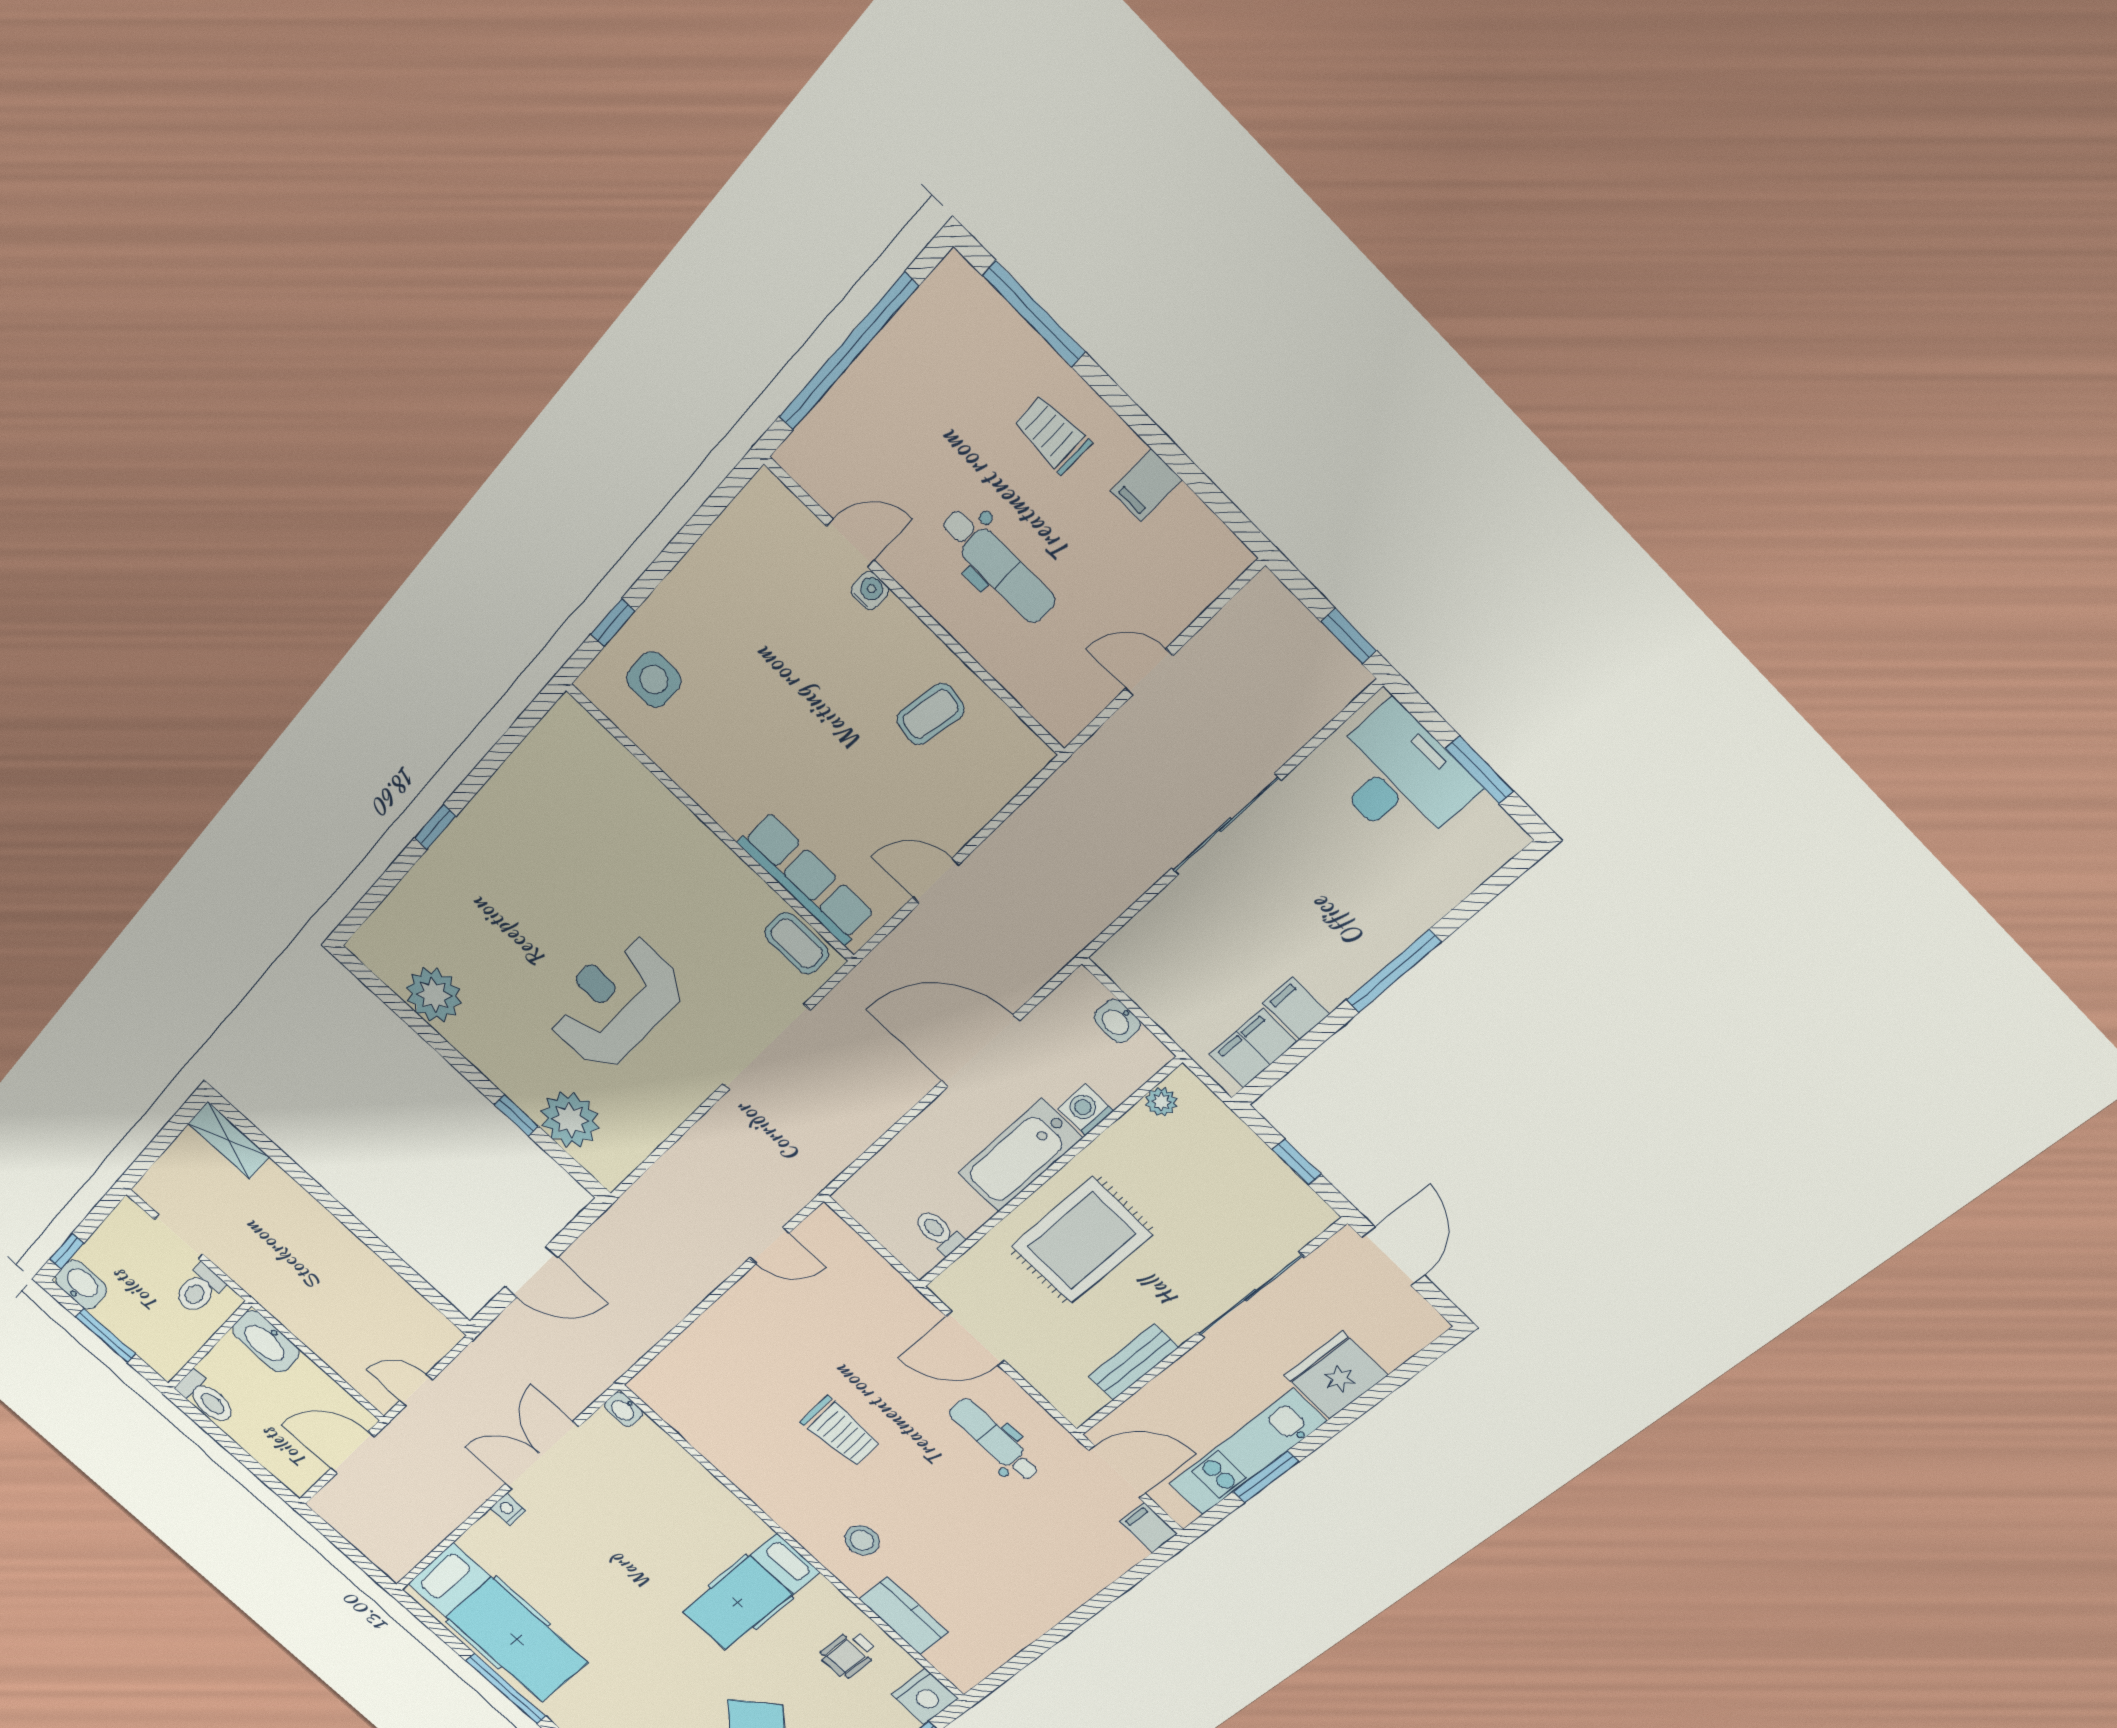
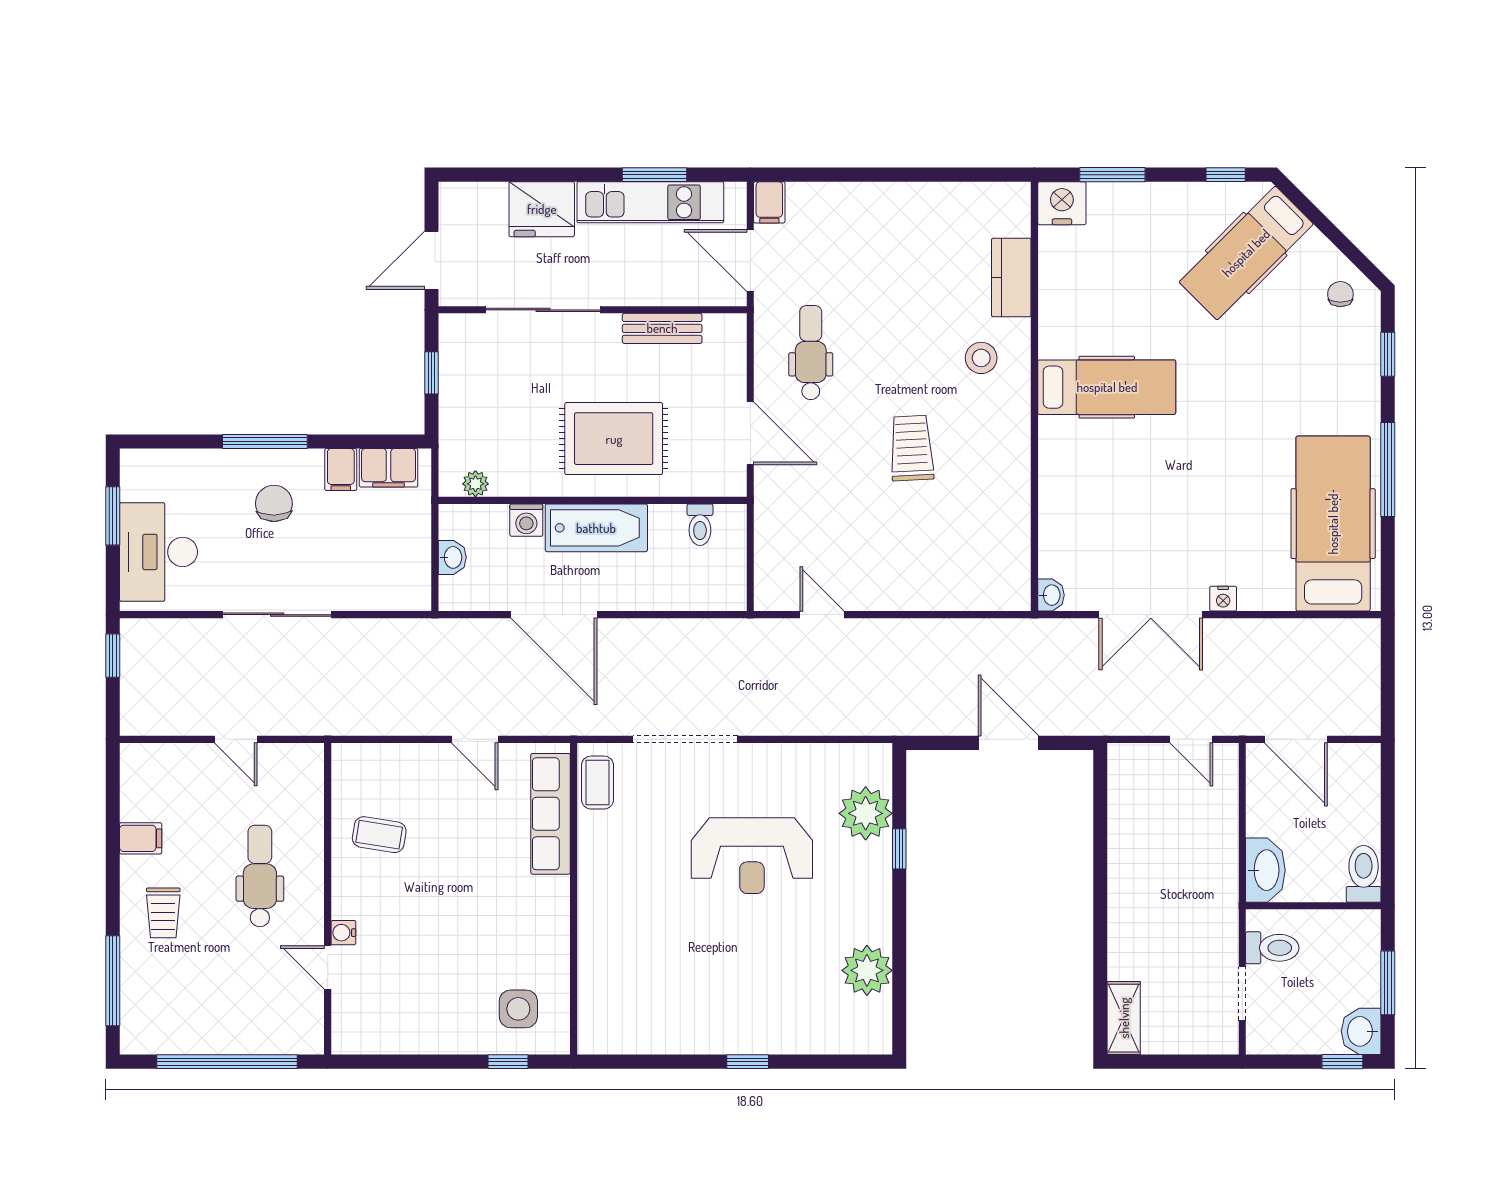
chair: (1329, 923) -> (274, 503), added
dental chair: (994, 1440) -> (811, 353), turned 180
wheelchair: (849, 1654) -> (1084, 281), removed

